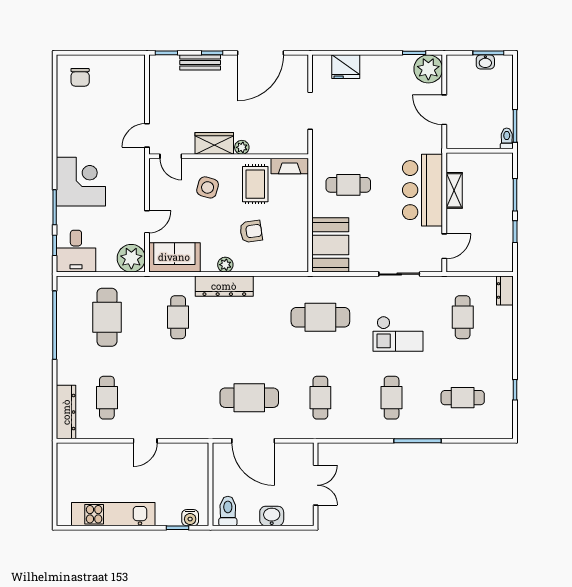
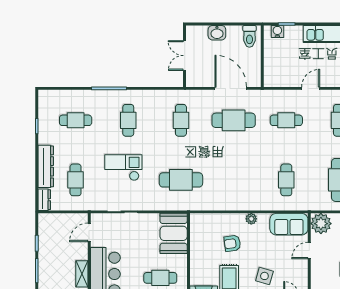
dresser: (224, 286) -> (46, 166), moved, turned 90
cafe table: (178, 398) -> (286, 120), added

